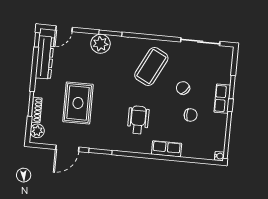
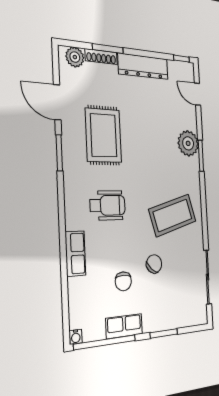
dresser: (45, 57) -> (143, 66), moved
coffee table: (151, 67) -> (173, 215), turned -43
row of seats: (222, 99) -> (124, 326), moved
rug: (78, 103) -> (104, 135), moved, turned 90

